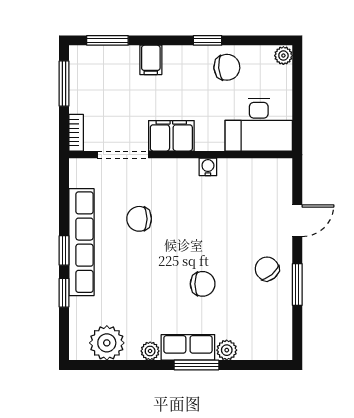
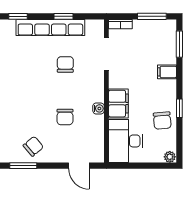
filing cabinet: (171, 136) -> (118, 104), moved
door: (297, 221) -> (79, 166), moved
window: (64, 250) -> (64, 16), moved
chair: (203, 284) -> (65, 117), moved

